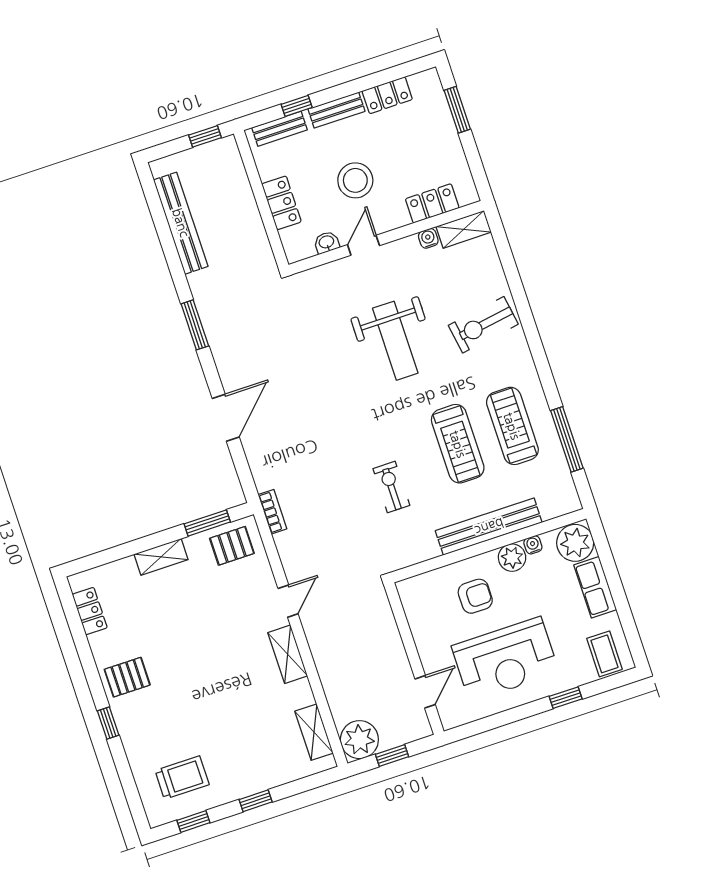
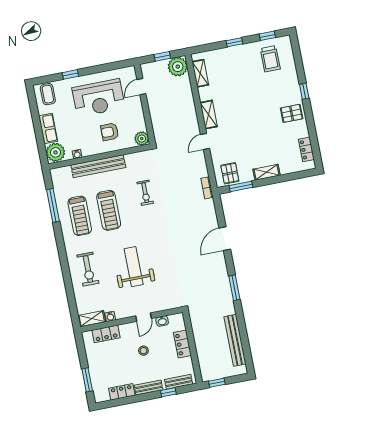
stool: (355, 180) -> (143, 351), width x0.53, depth x0.53
exercise bike: (483, 325) -> (88, 269), turned 99
treadmill: (458, 444) -> (109, 210), turned 180
pallet: (232, 546) -> (230, 173), turned 90
plant: (512, 558) -> (142, 139), moved
reception desk: (505, 659) -> (99, 98), turned 180
trolley: (182, 778) -> (270, 59), turned -90

